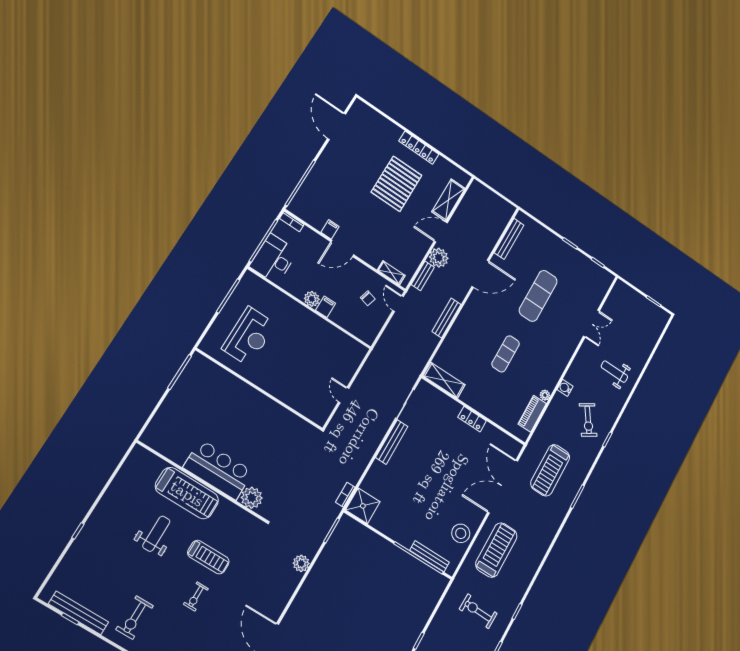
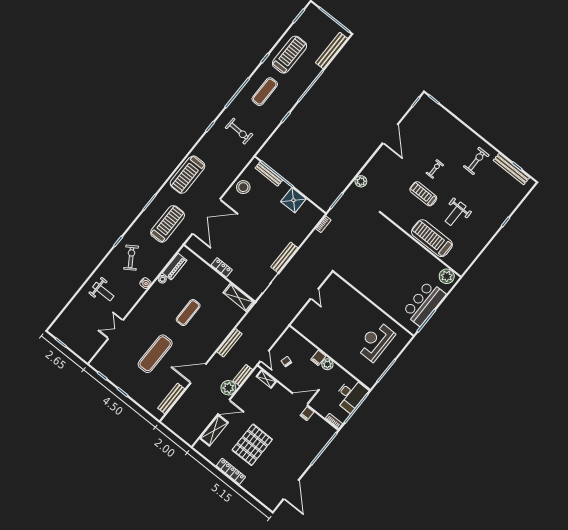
bar counter: (218, 470) -> (424, 303), moved, turned 90
plant: (252, 498) -> (447, 276), moved
shower: (363, 506) -> (293, 200), moved
treadmill: (496, 550) -> (188, 175), moved

